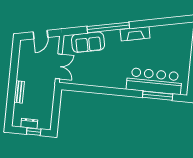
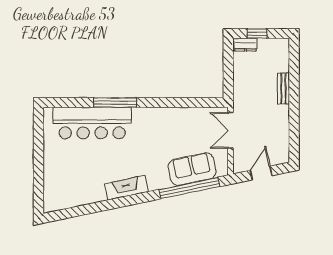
window: (108, 27) -> (189, 188), moved
window: (158, 96) -> (115, 102), moved
dresser: (29, 123) -> (245, 45), moved

